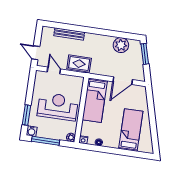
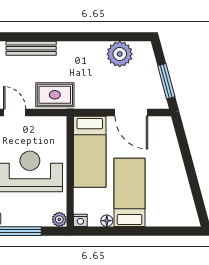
window: (145, 54) -> (166, 81), moved
door: (123, 81) -> (131, 113), hinge flipped
bed: (131, 130) -> (130, 192), moved

